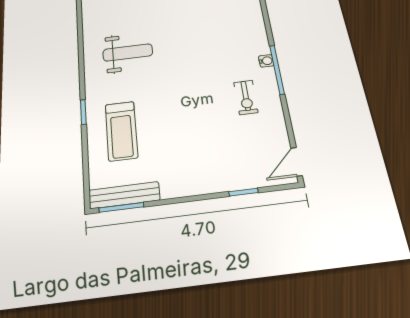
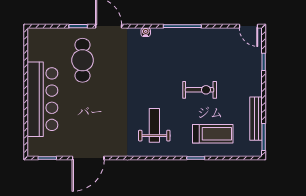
water cooler: (266, 61) -> (146, 32), moved
exercise bike: (246, 97) -> (200, 90), moved, width x1.38, depth x1.39
bench: (124, 195) -> (256, 119), moved

